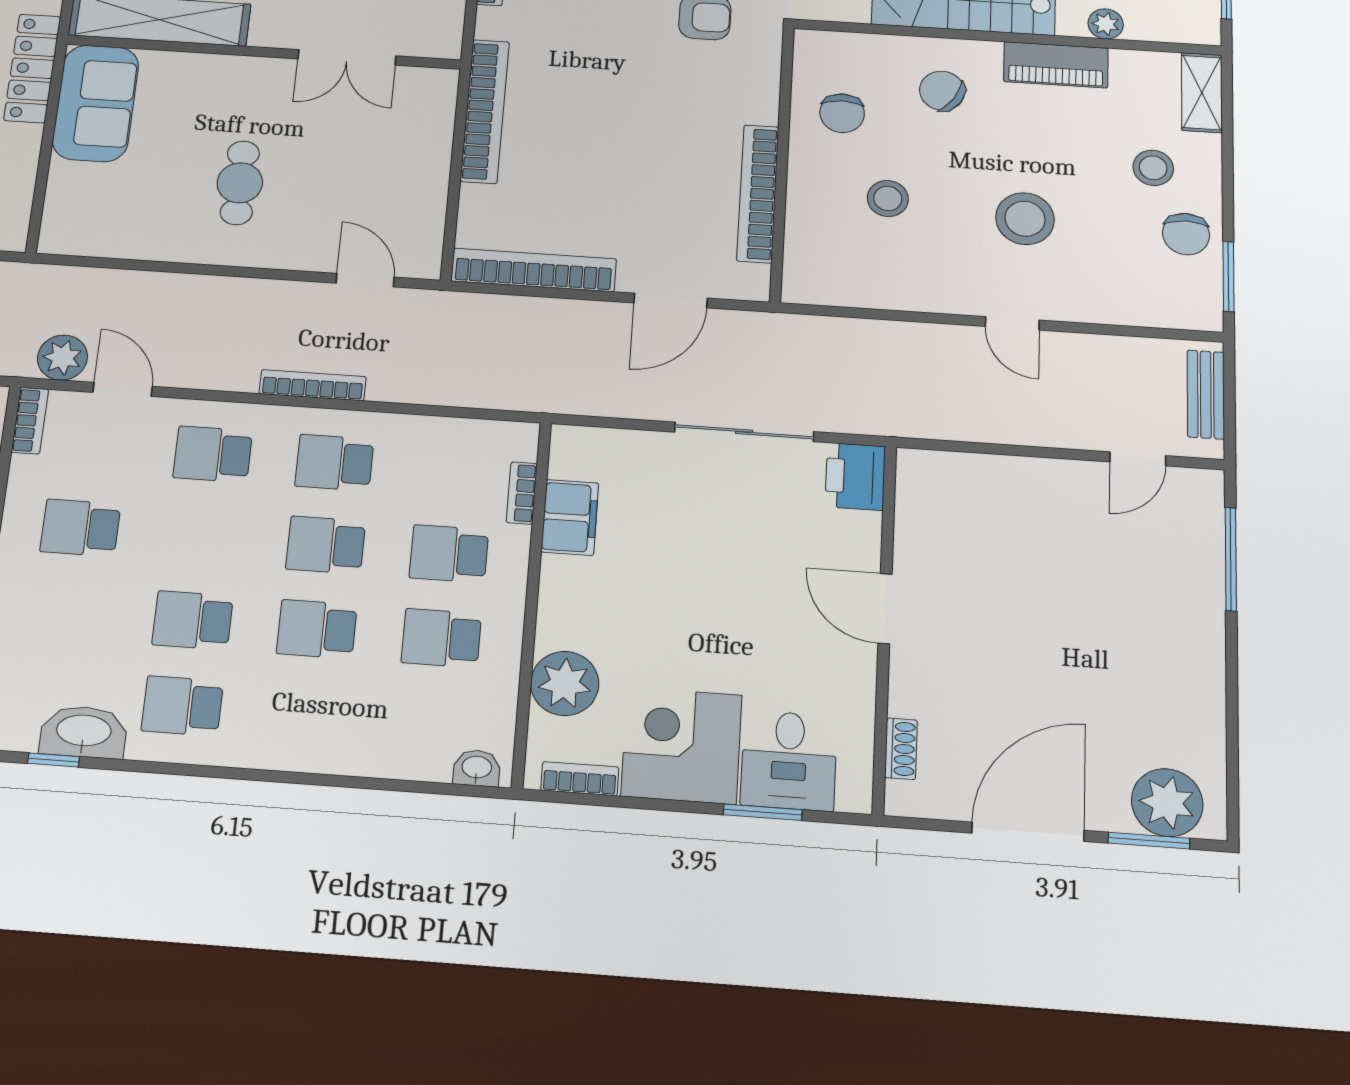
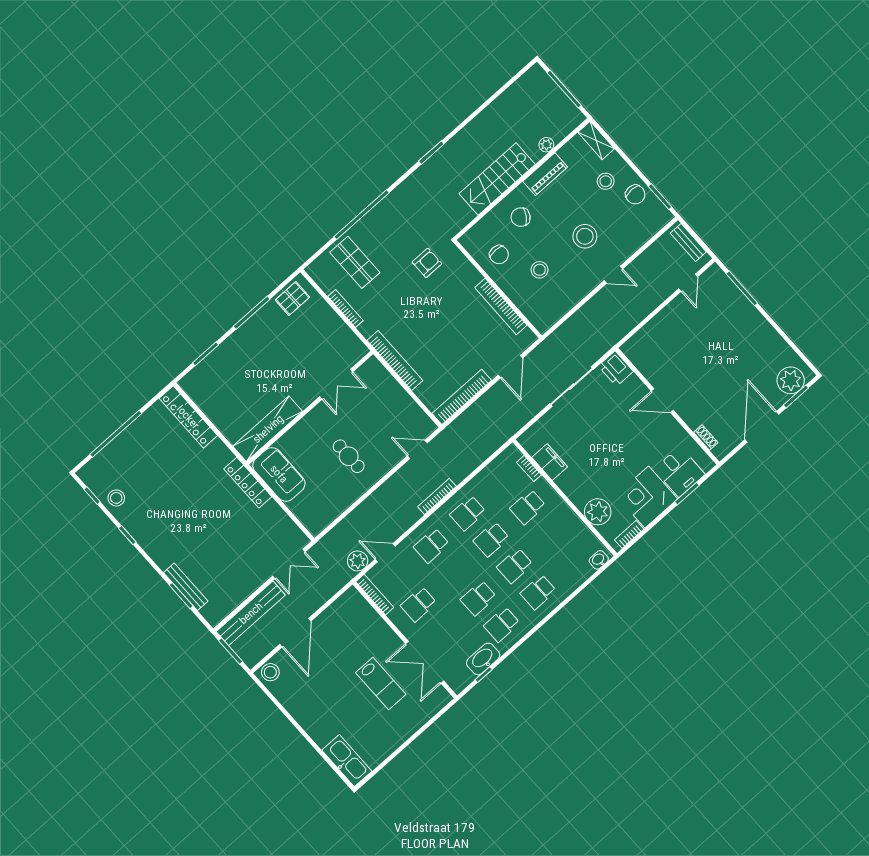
bookcase: (30, 421) -> (375, 595), width x1.56
school desk: (441, 638) -> (538, 592), moved

